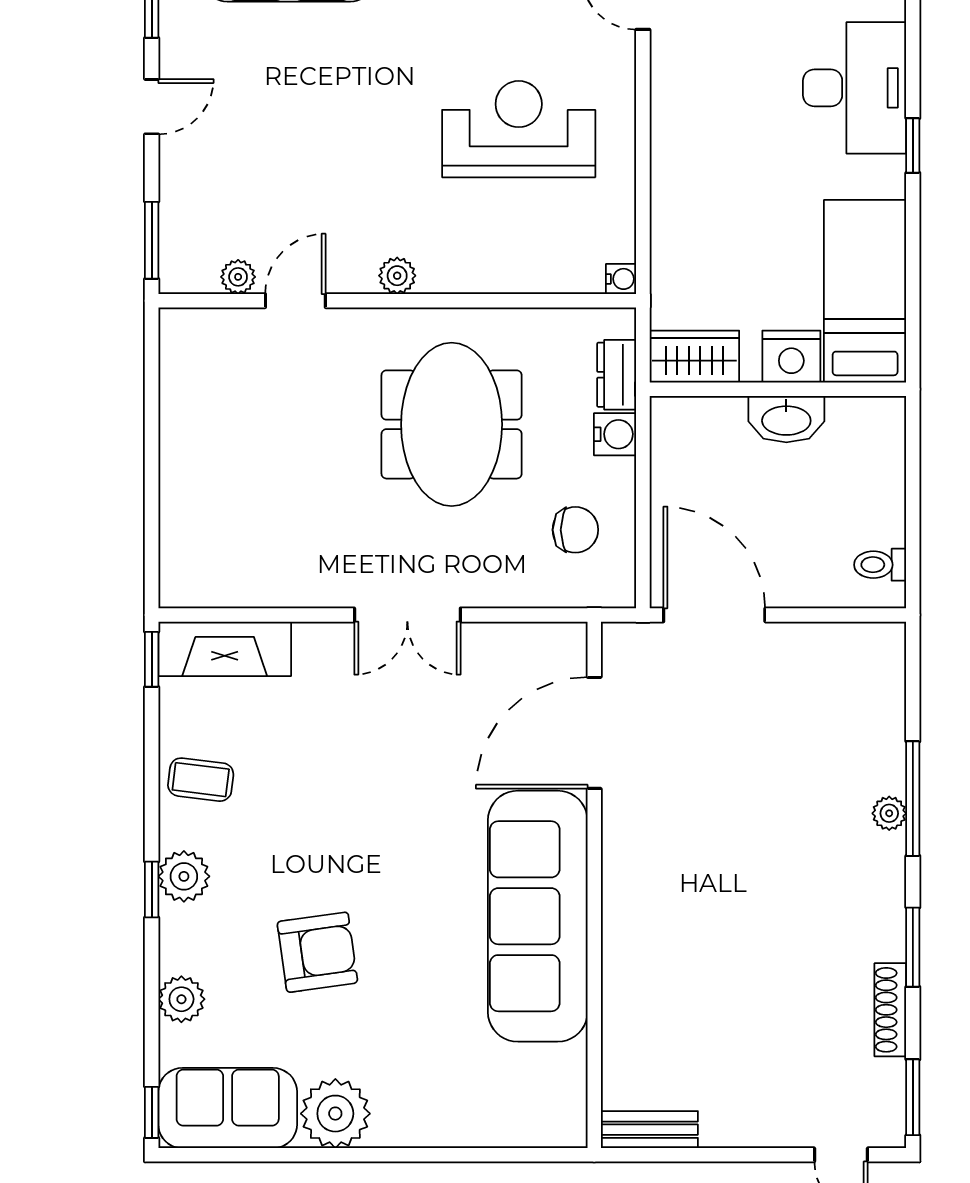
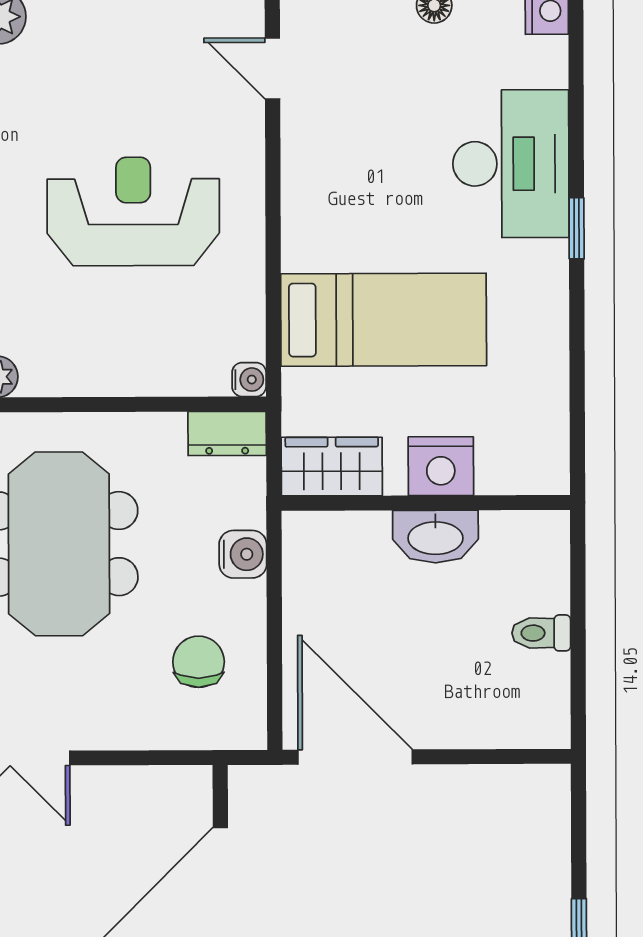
bed: (865, 291) -> (384, 320), moved, turned 90
dresser: (617, 375) -> (227, 434), moved, turned -90
chair: (575, 530) -> (199, 662), turned -90
toilet: (880, 565) -> (541, 633), moved

